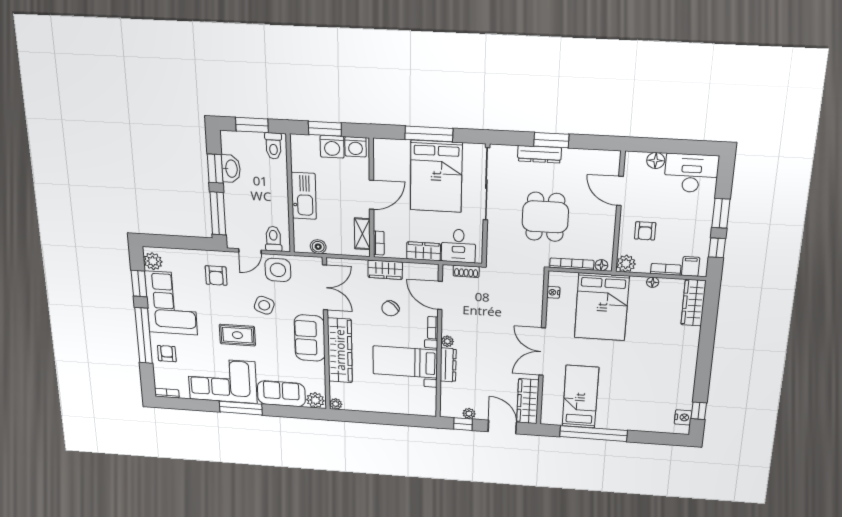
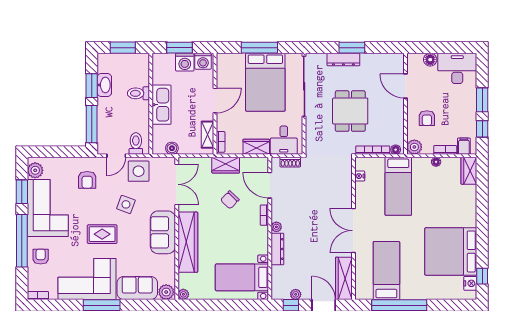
toilet: (273, 146) -> (138, 93), moved, turned 90
wardrobe: (693, 303) -> (469, 171), width x0.67
bed: (602, 307) -> (398, 186), width x0.67
bed with nightstands: (405, 362) -> (242, 277), moved
bed: (662, 382) -> (451, 251), added

